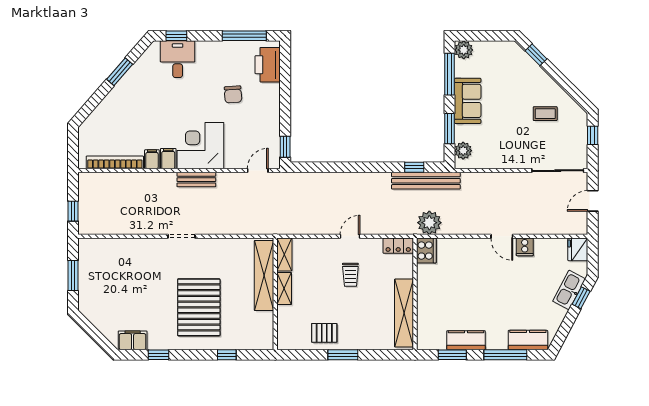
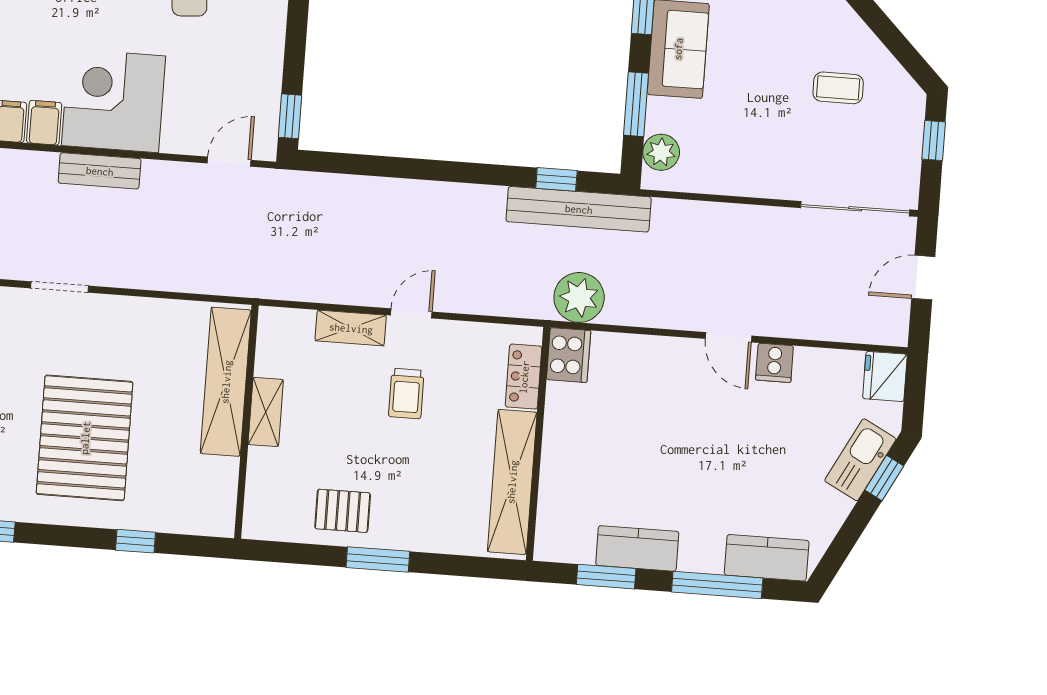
locker: (398, 246) -> (524, 377), moved, turned 90
shelving: (284, 255) -> (351, 328), moved, turned 90

